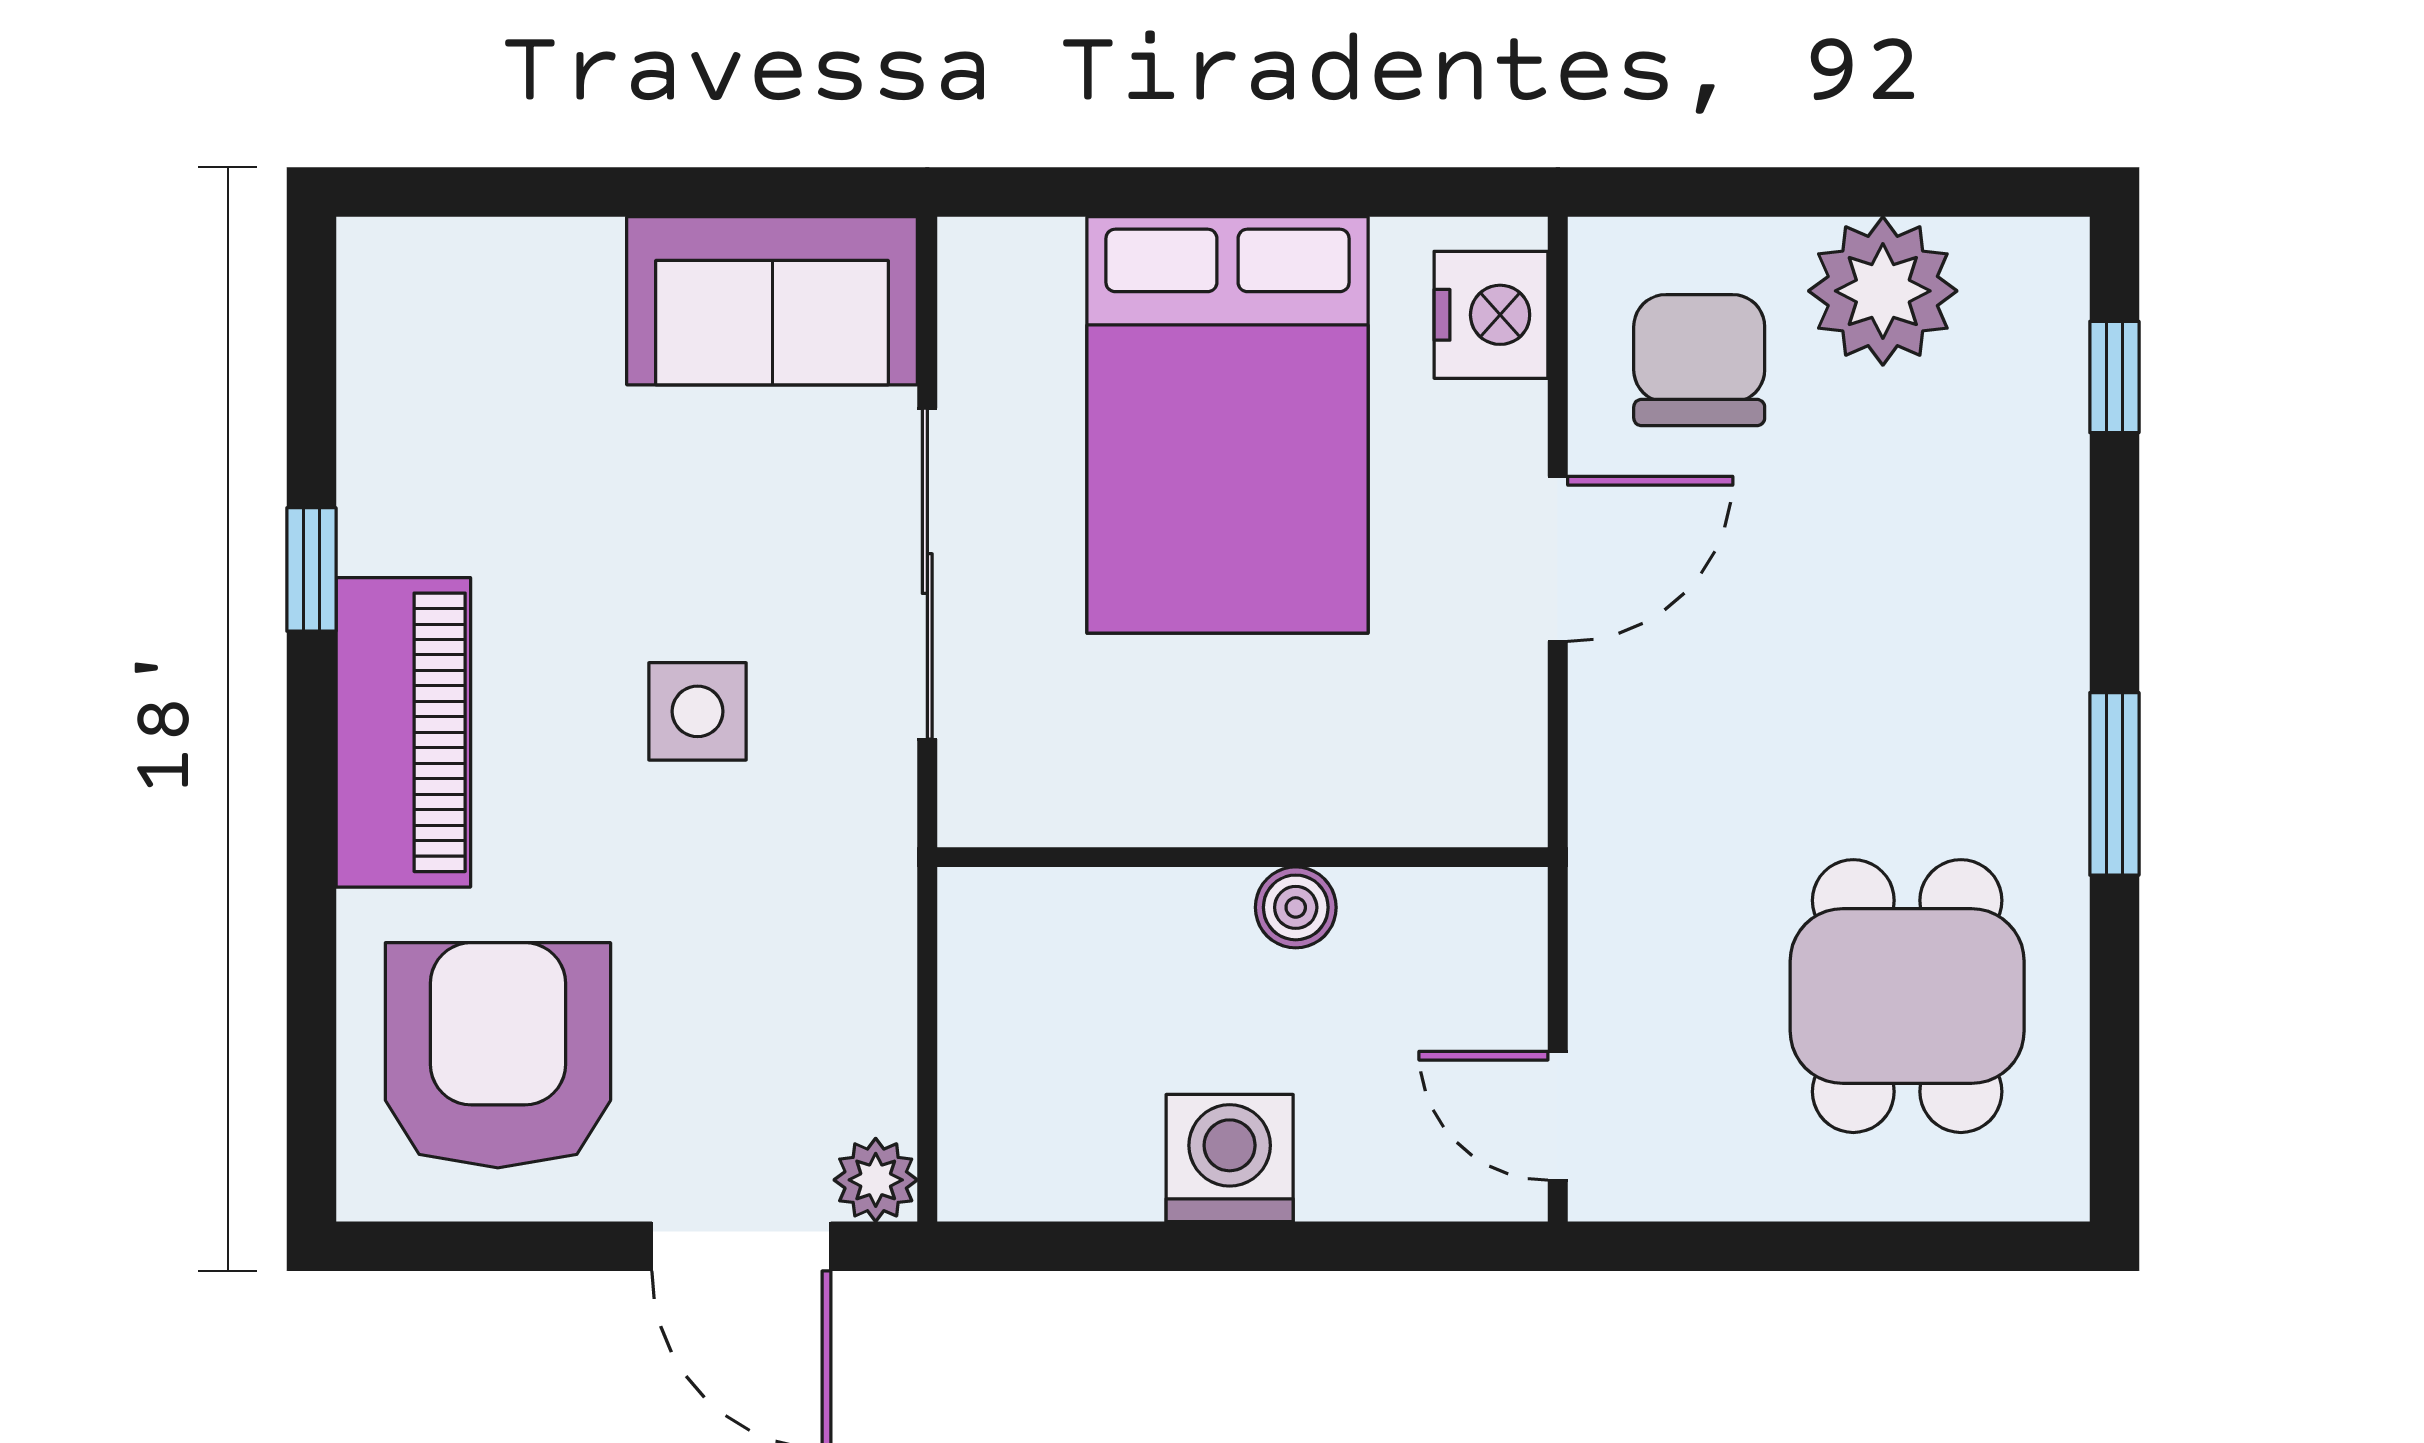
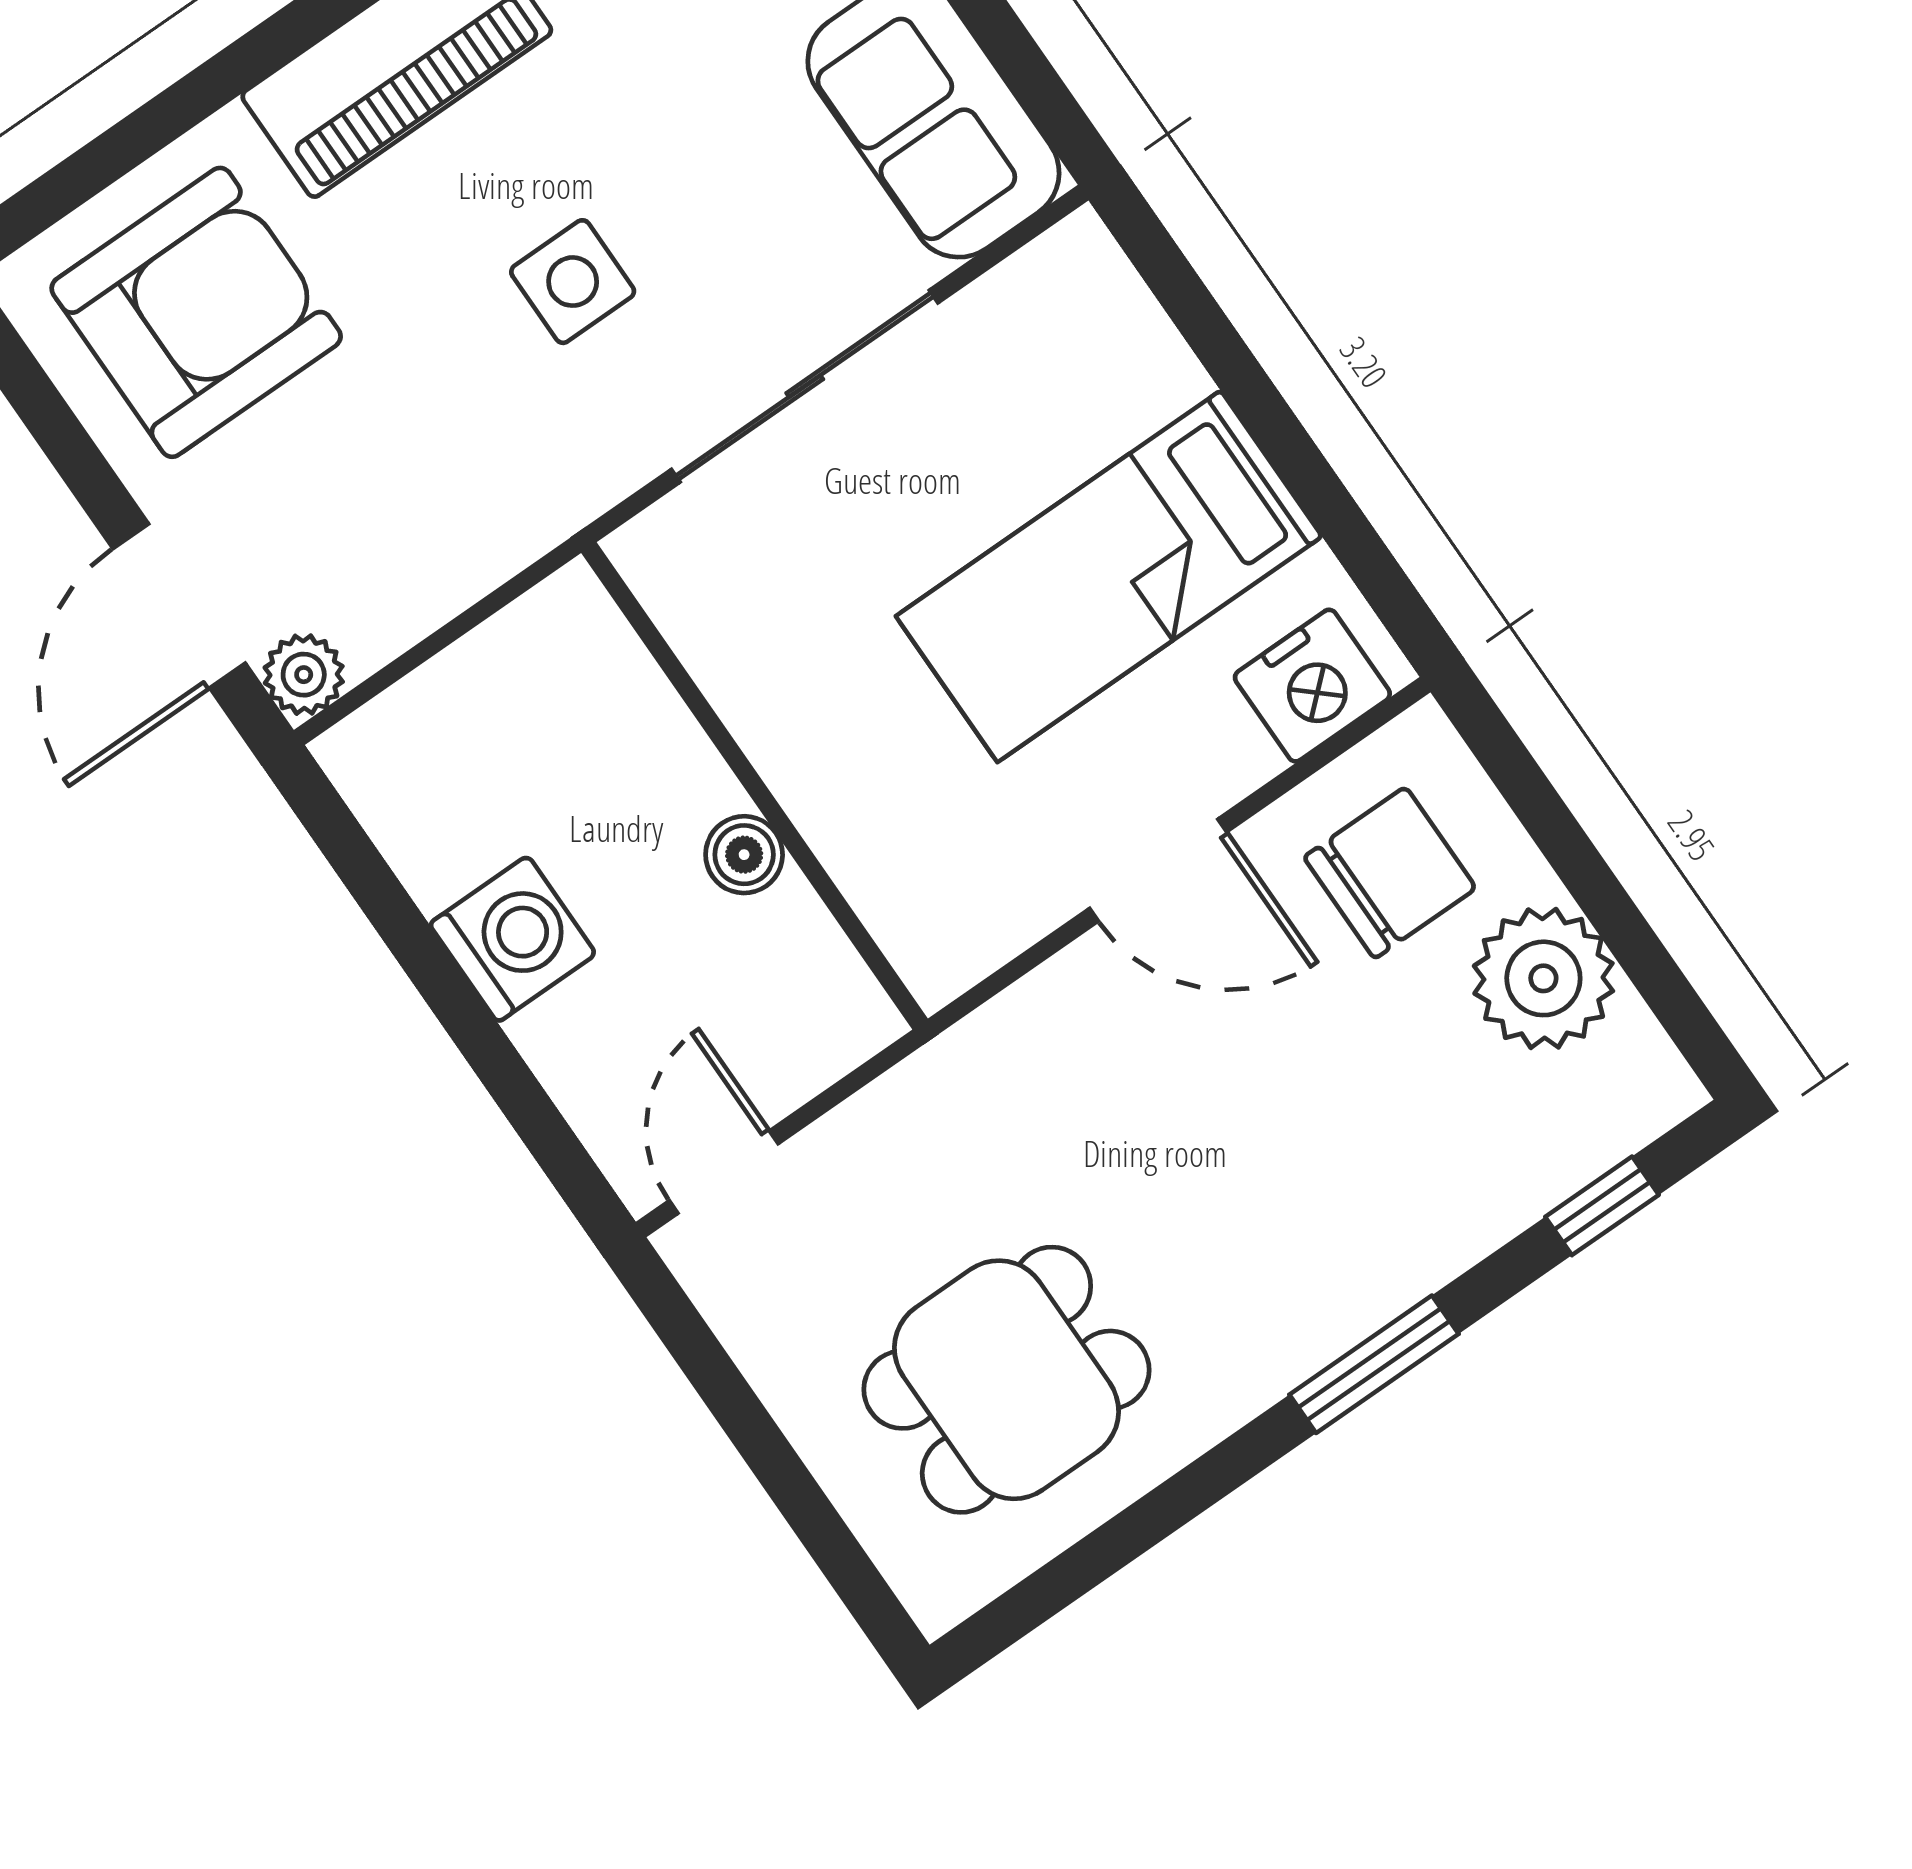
bed: (1228, 425) -> (1109, 576), width x0.67
window: (2114, 784) -> (1374, 1364), moved

